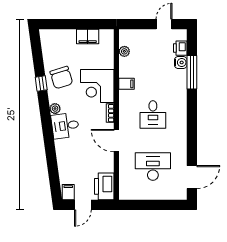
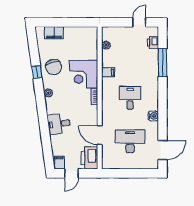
filing cabinet: (88, 36) -> (54, 33), moved
water cooler: (181, 62) -> (153, 116), moved
desk: (153, 114) -> (130, 98), turned 180
desk: (65, 126) -> (59, 124), moved
door: (116, 141) -> (100, 135), moved

